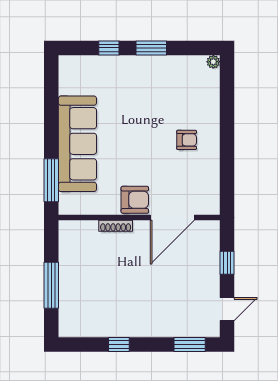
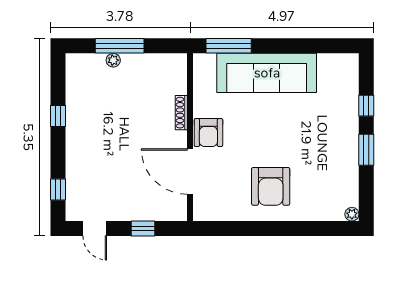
armchair: (187, 140) -> (271, 186), width x1.88, depth x1.88
plant: (65, 291) -> (113, 60), added
window: (190, 344) -> (58, 190), width x0.67

